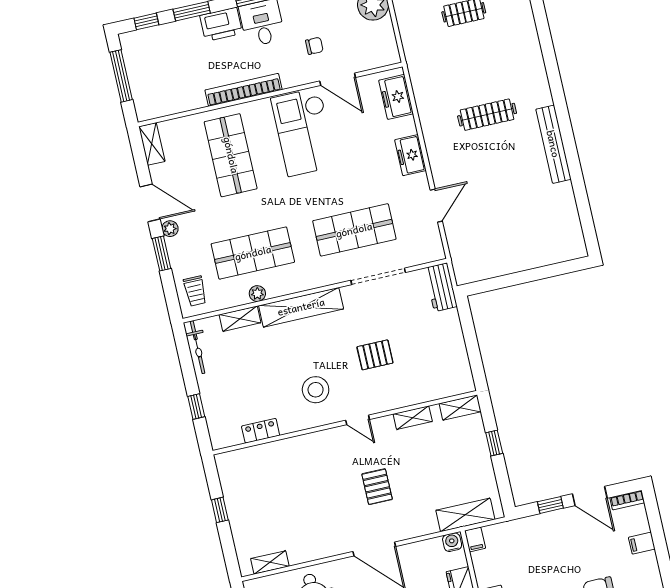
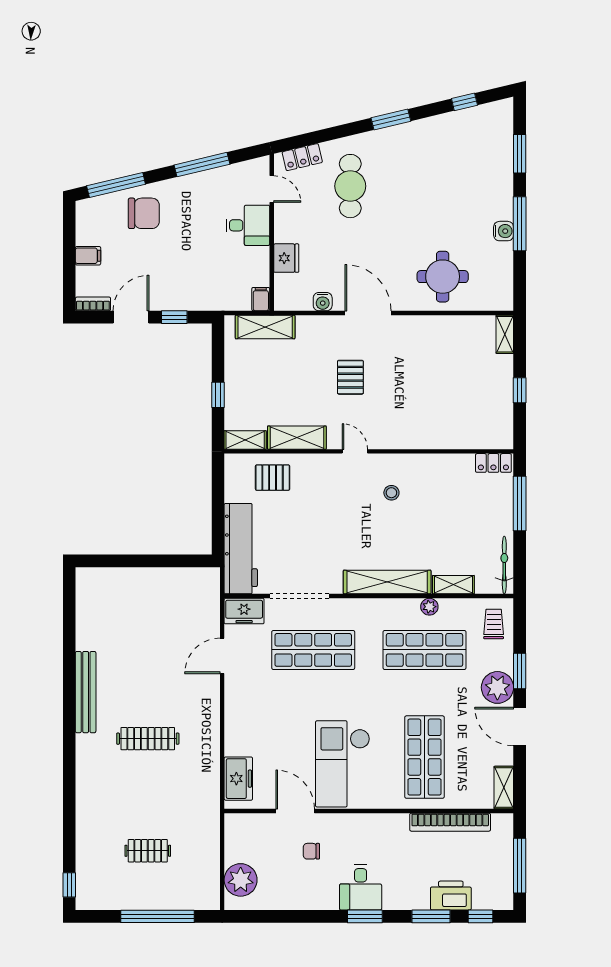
printer: (221, 24) -> (451, 896), moved
bookcase: (244, 90) -> (450, 822), moved
checkout: (304, 132) -> (343, 764), turned 180
freezer: (410, 155) -> (244, 611), moved, turned 90
plant: (170, 229) -> (497, 687), width x1.87, depth x1.87
workbench: (441, 287) -> (241, 549), width x1.88, depth x1.32
pallet: (375, 355) -> (273, 478), moved
stool: (316, 390) -> (391, 493), width x0.53, depth x0.53
window: (196, 406) -> (520, 503), width x2.17
shelving: (413, 418) -> (297, 438), width x1.50, depth x1.33
locker: (261, 431) -> (493, 463), moved
door: (590, 496) -> (131, 317), hinge flipped
water cooler: (452, 542) -> (323, 302), moved
shelving: (270, 562) -> (505, 334), moved, turned 90

